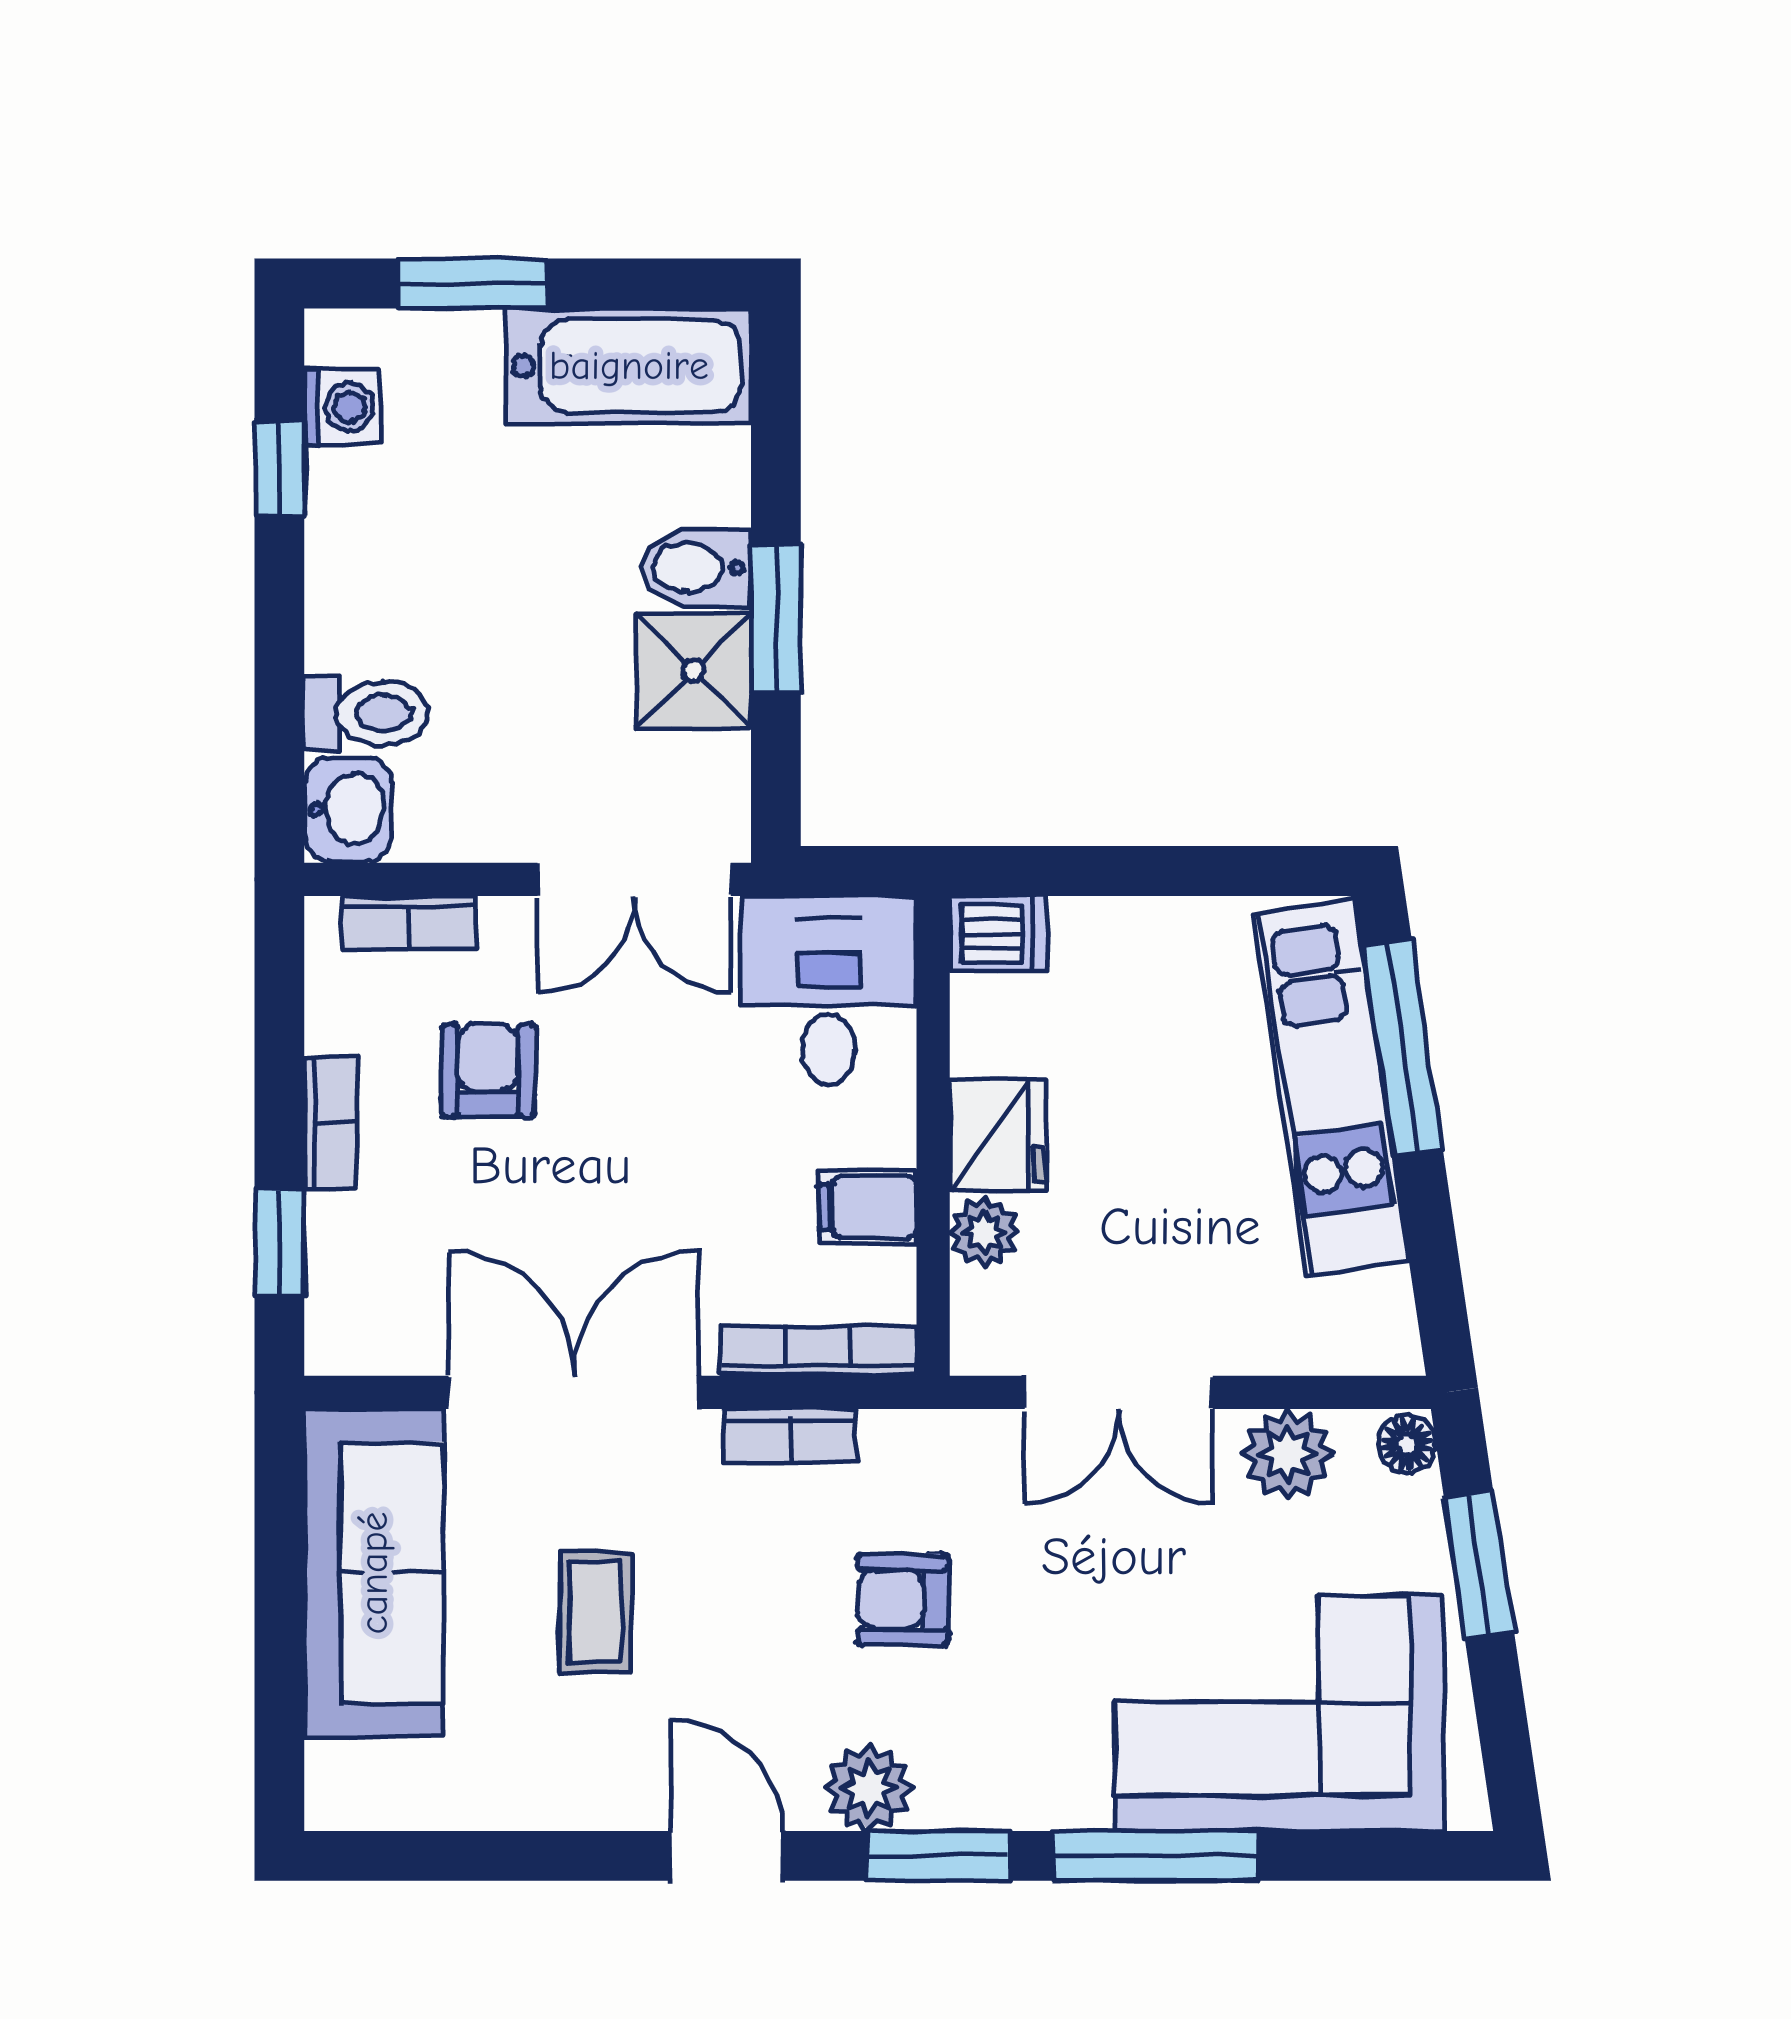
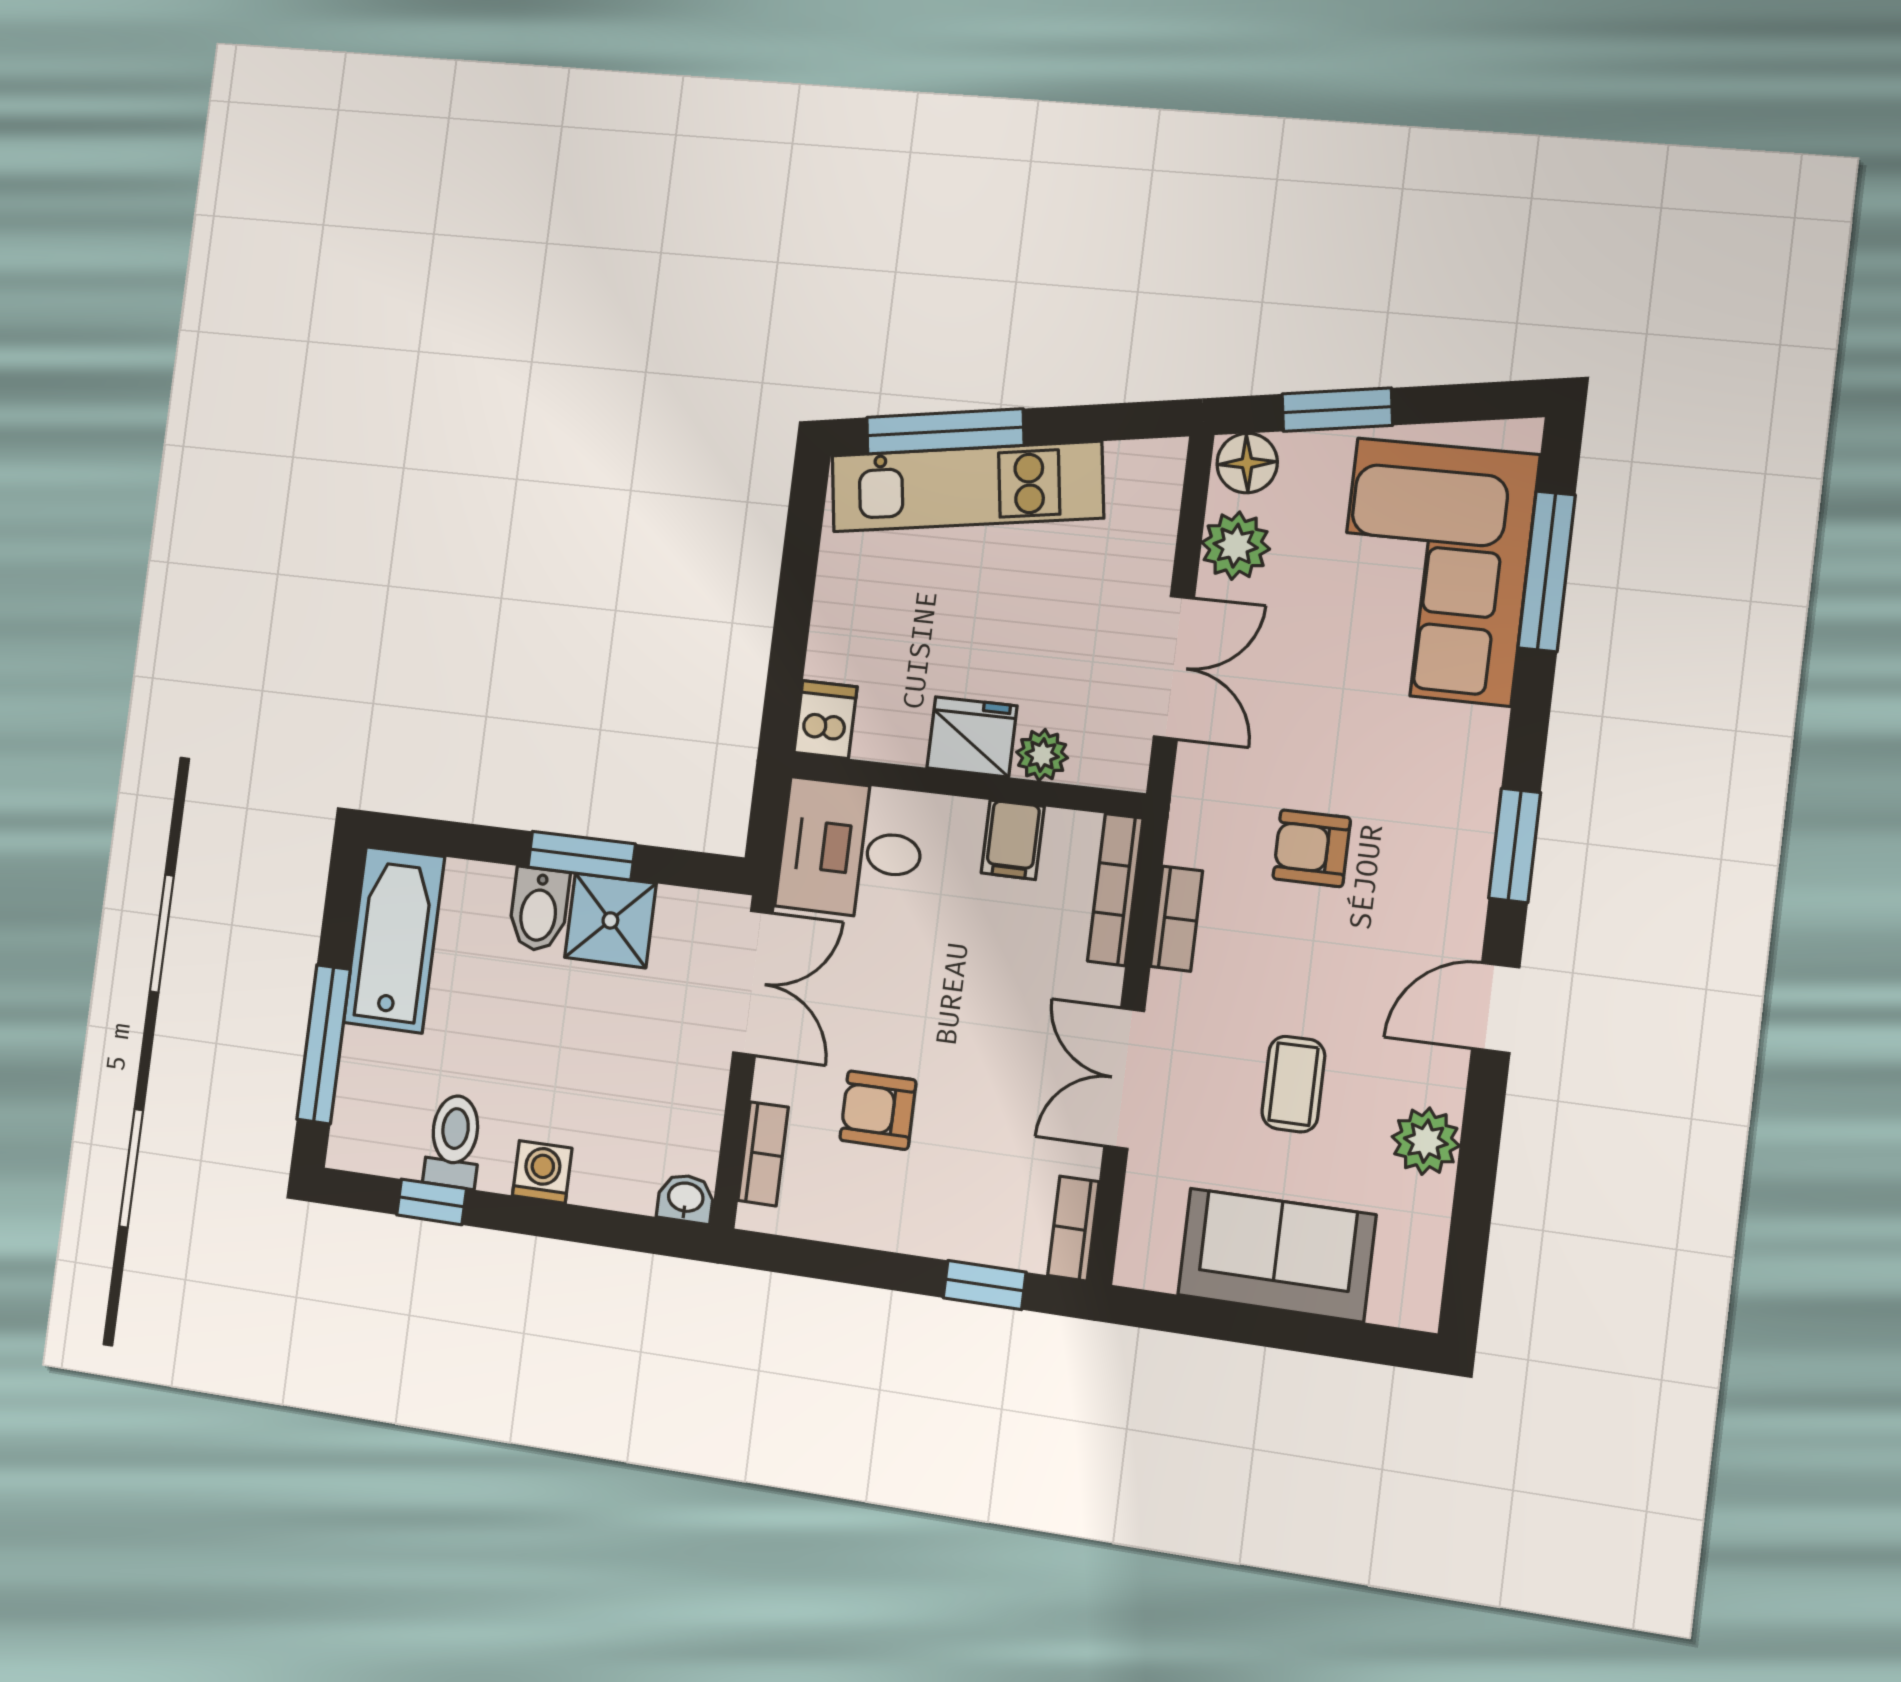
window: (472, 283) -> (324, 1044), width x1.44
washing machine: (342, 407) -> (542, 1172), moved
toilet: (366, 713) -> (454, 1141), moved
washbasin: (348, 809) -> (686, 1198), width x0.72, depth x0.69
bookcase: (330, 1123) -> (1073, 1229), moved, turned -90
double door: (574, 1392) -> (1124, 1078), width x0.73
floor lamp: (1407, 1444) -> (1247, 463), width x1.37, depth x1.37
sofa: (374, 1573) -> (1277, 1255), width x0.73
armchair: (903, 1599) -> (1312, 848), turned 90
coffee table: (596, 1612) -> (1293, 1084), turned 90
plant: (869, 1788) -> (1426, 1141), moved
window: (1155, 1856) -> (1547, 571), moved

